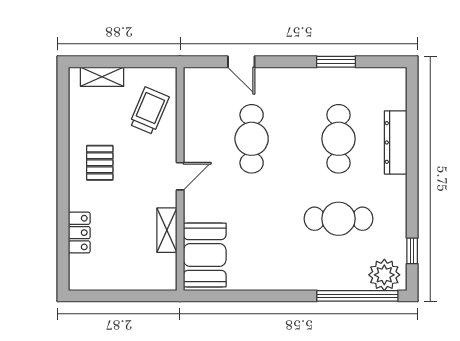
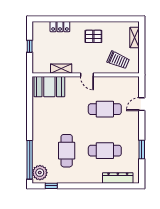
dresser: (396, 142) -> (118, 178), moved
window: (120, 296) -> (30, 46), added

